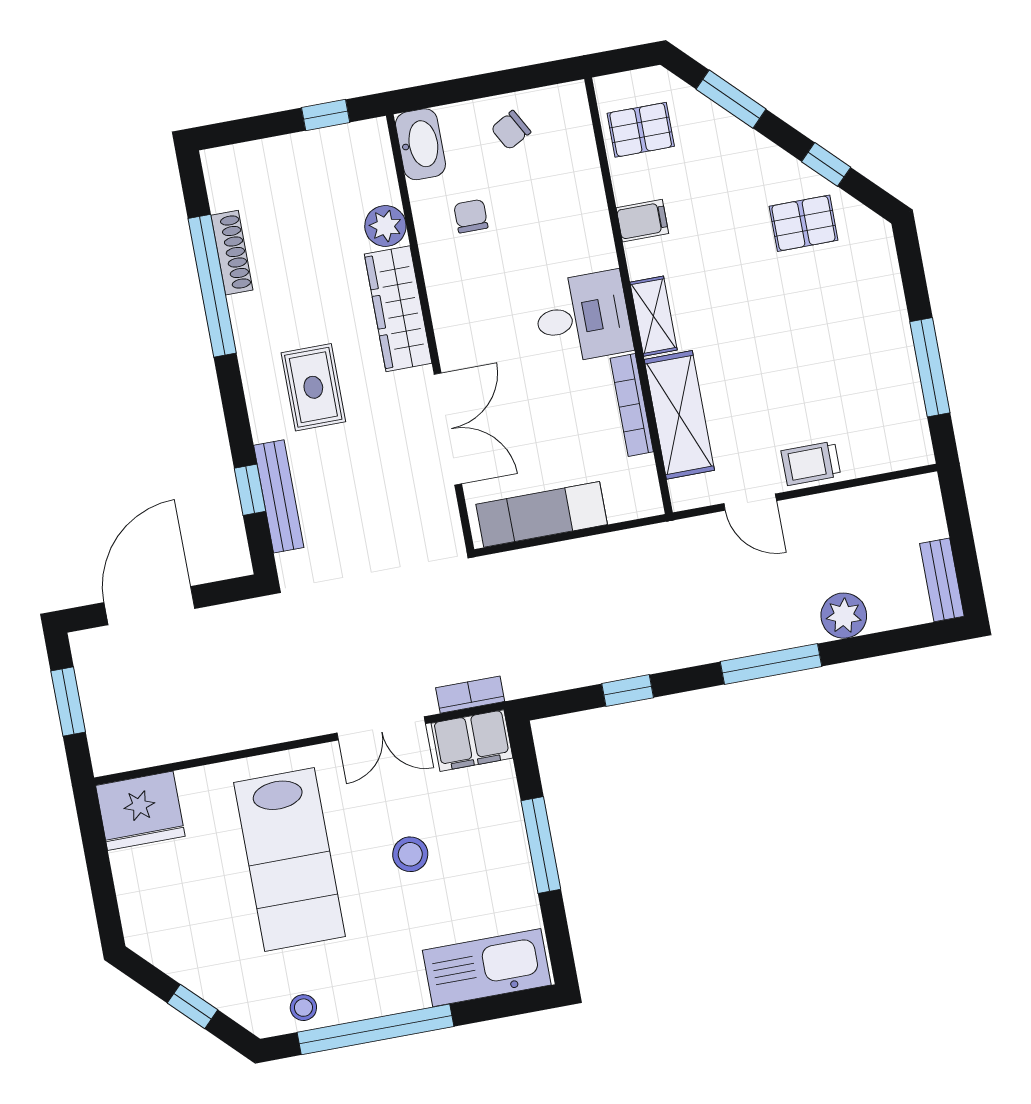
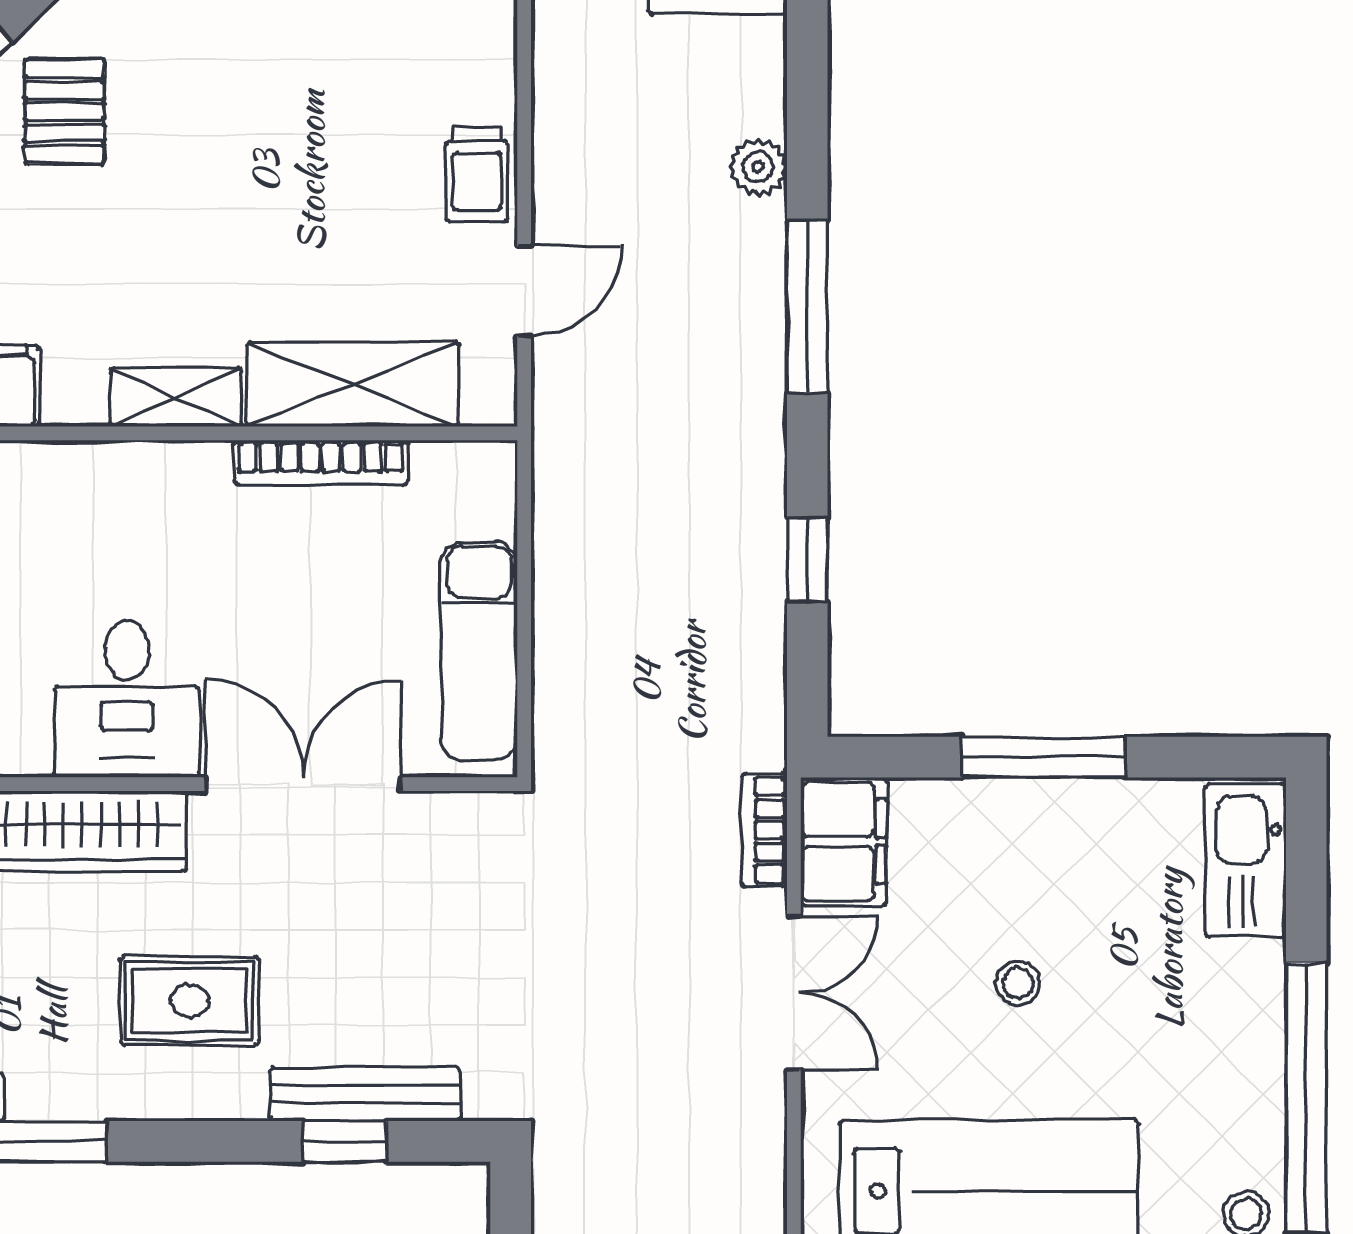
desk: (583, 317) -> (127, 699), moved, turned 180
plant: (844, 616) -> (758, 167), width x0.73, depth x0.73
stool: (410, 854) -> (1018, 983), width x0.73, depth x0.73
kitchen sink: (487, 968) -> (1246, 860), width x0.73, depth x0.81

